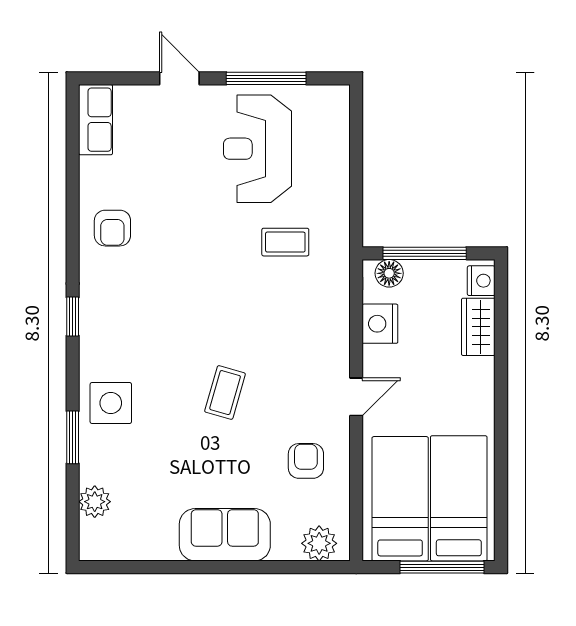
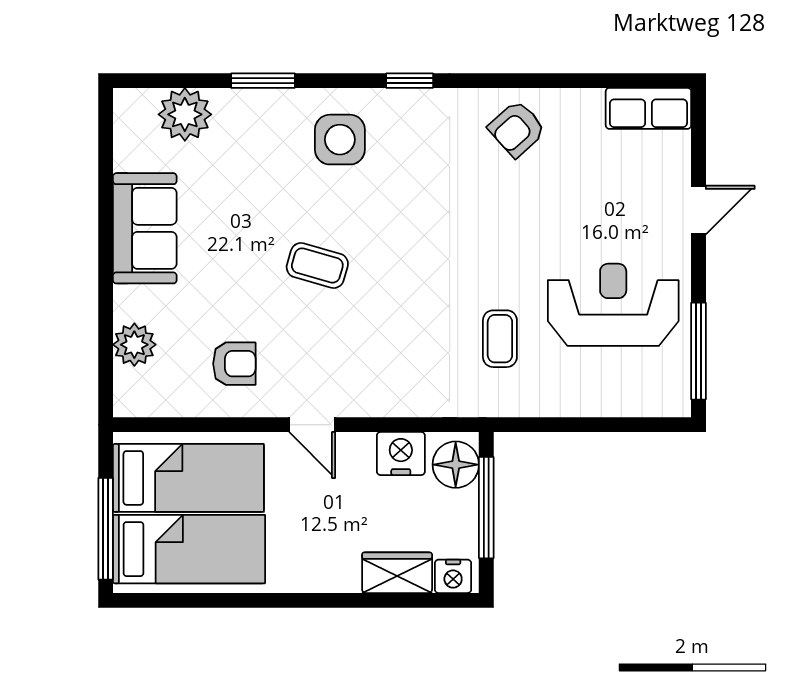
window: (266, 78) -> (699, 351), moved
armchair: (112, 228) -> (517, 129), turned -42
floor lamp: (389, 273) -> (456, 465), width x1.38, depth x1.38
side table: (111, 403) -> (340, 140), moved
plant: (95, 502) -> (185, 114), width x1.36, depth x1.36
sofa: (225, 535) -> (145, 228), moved
plant: (319, 543) -> (134, 345), moved

